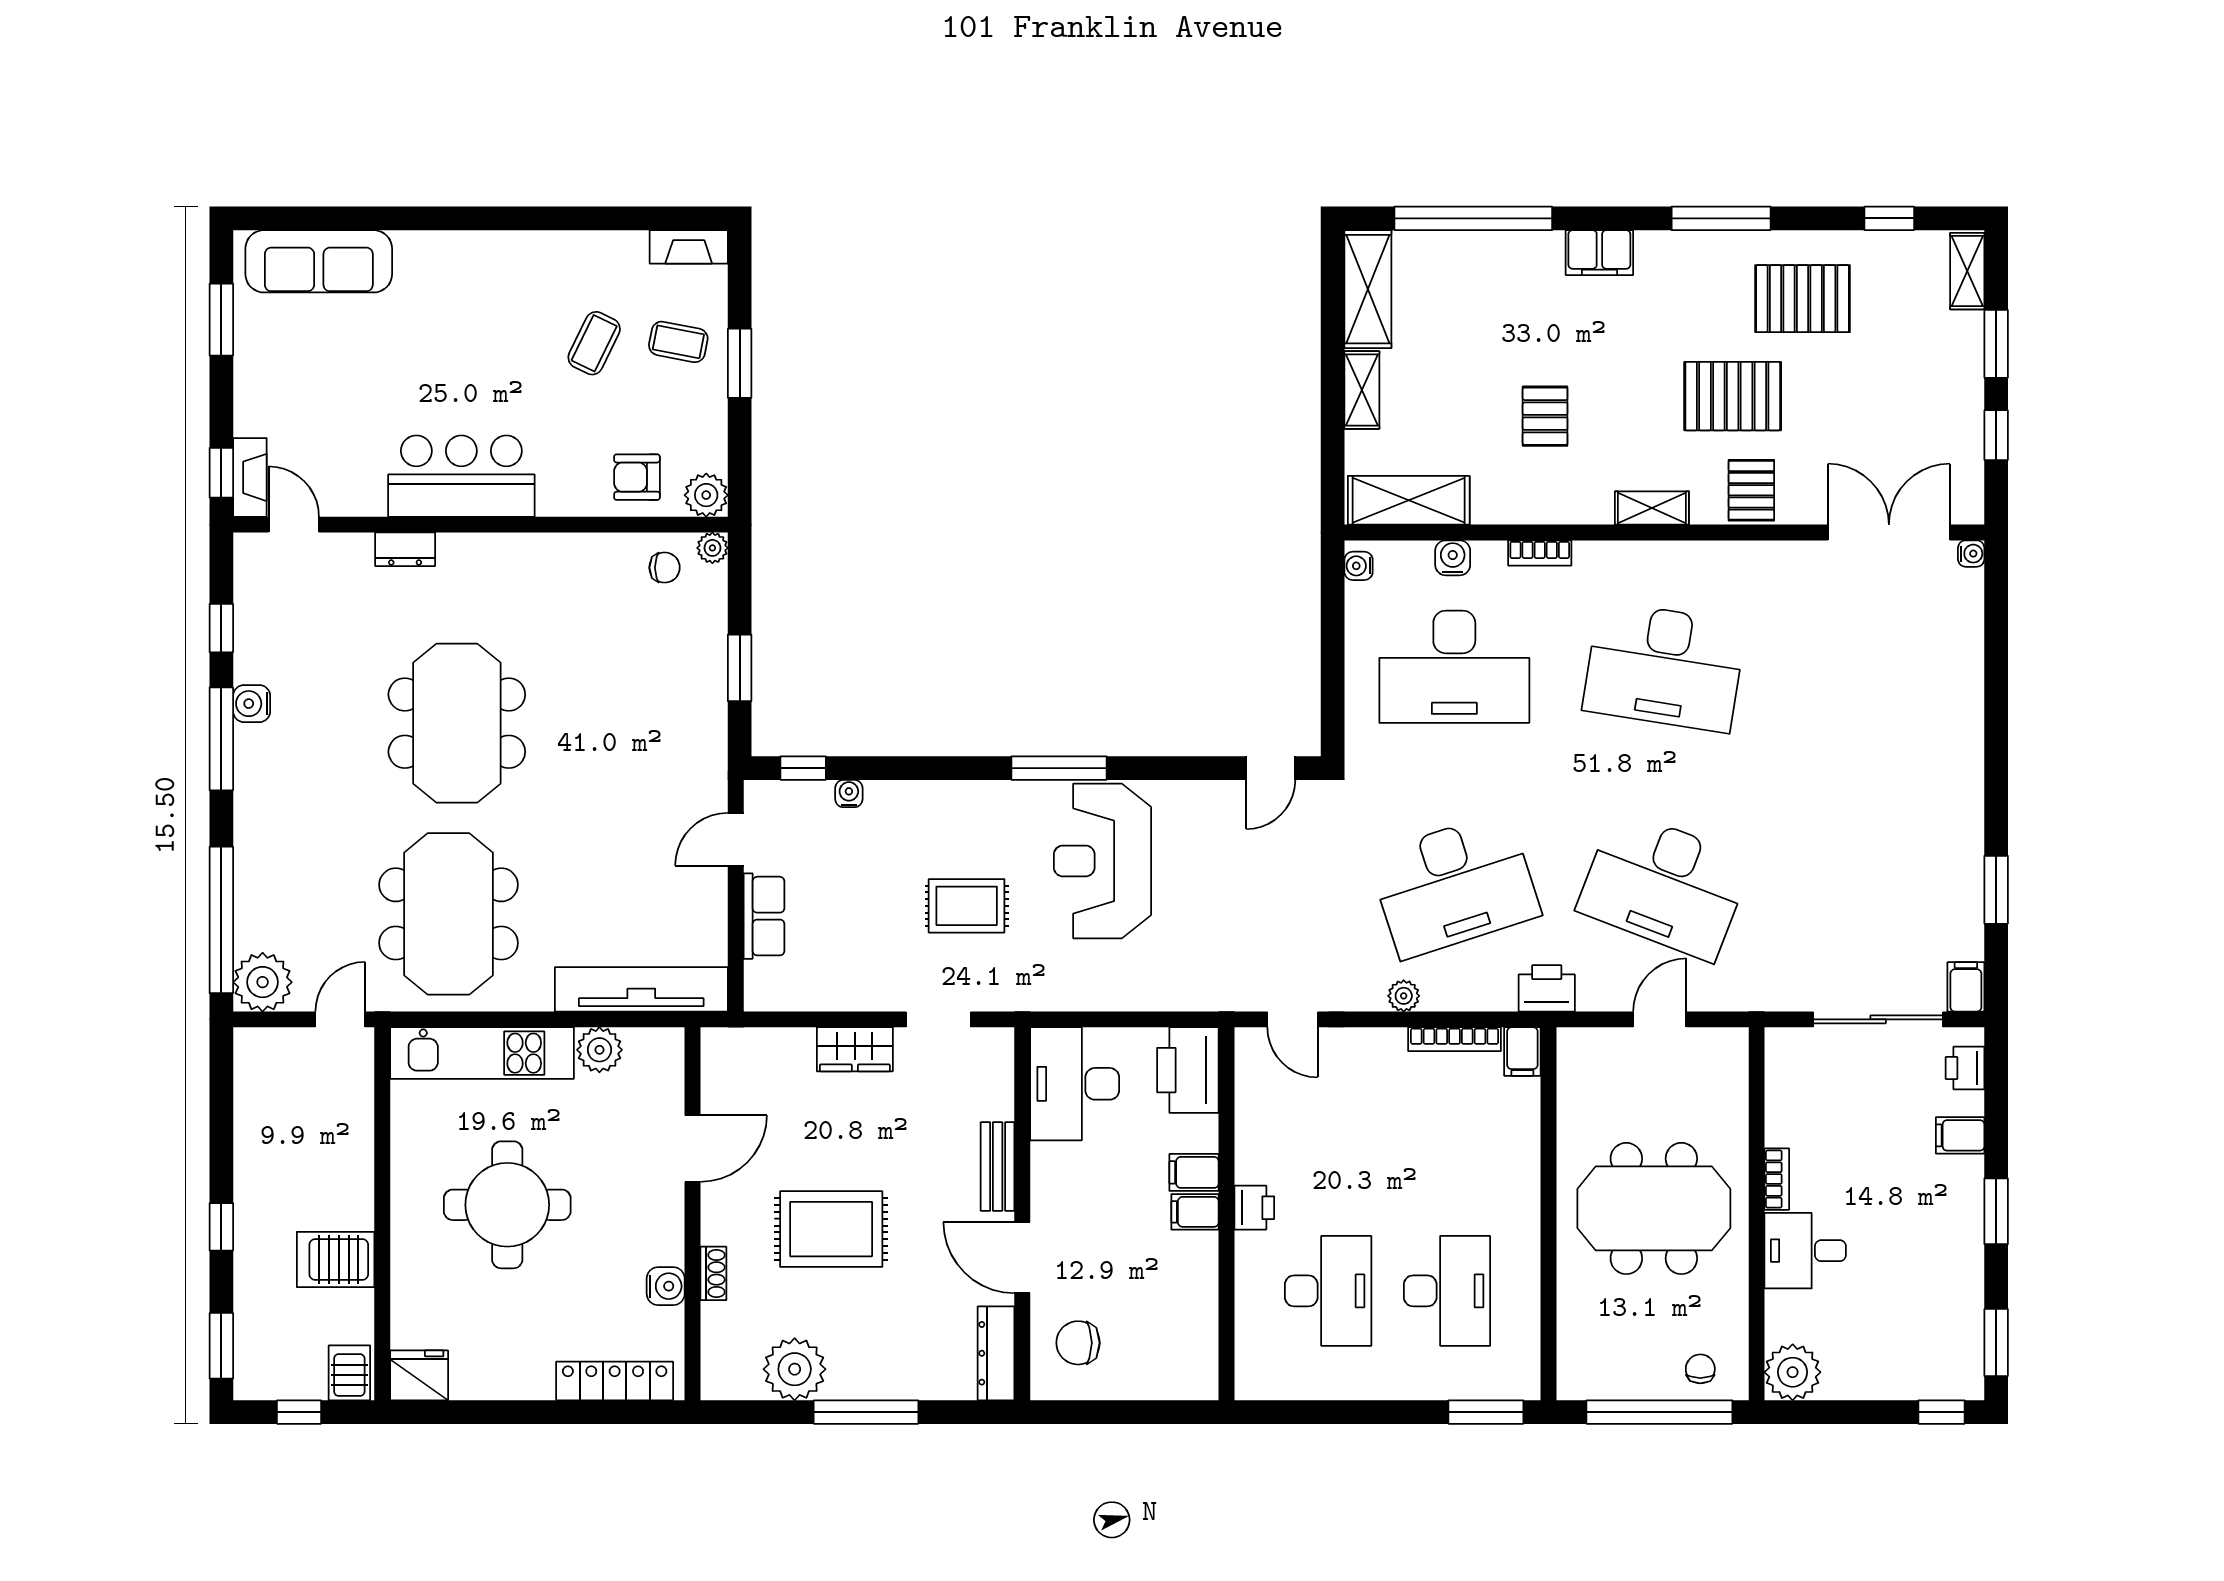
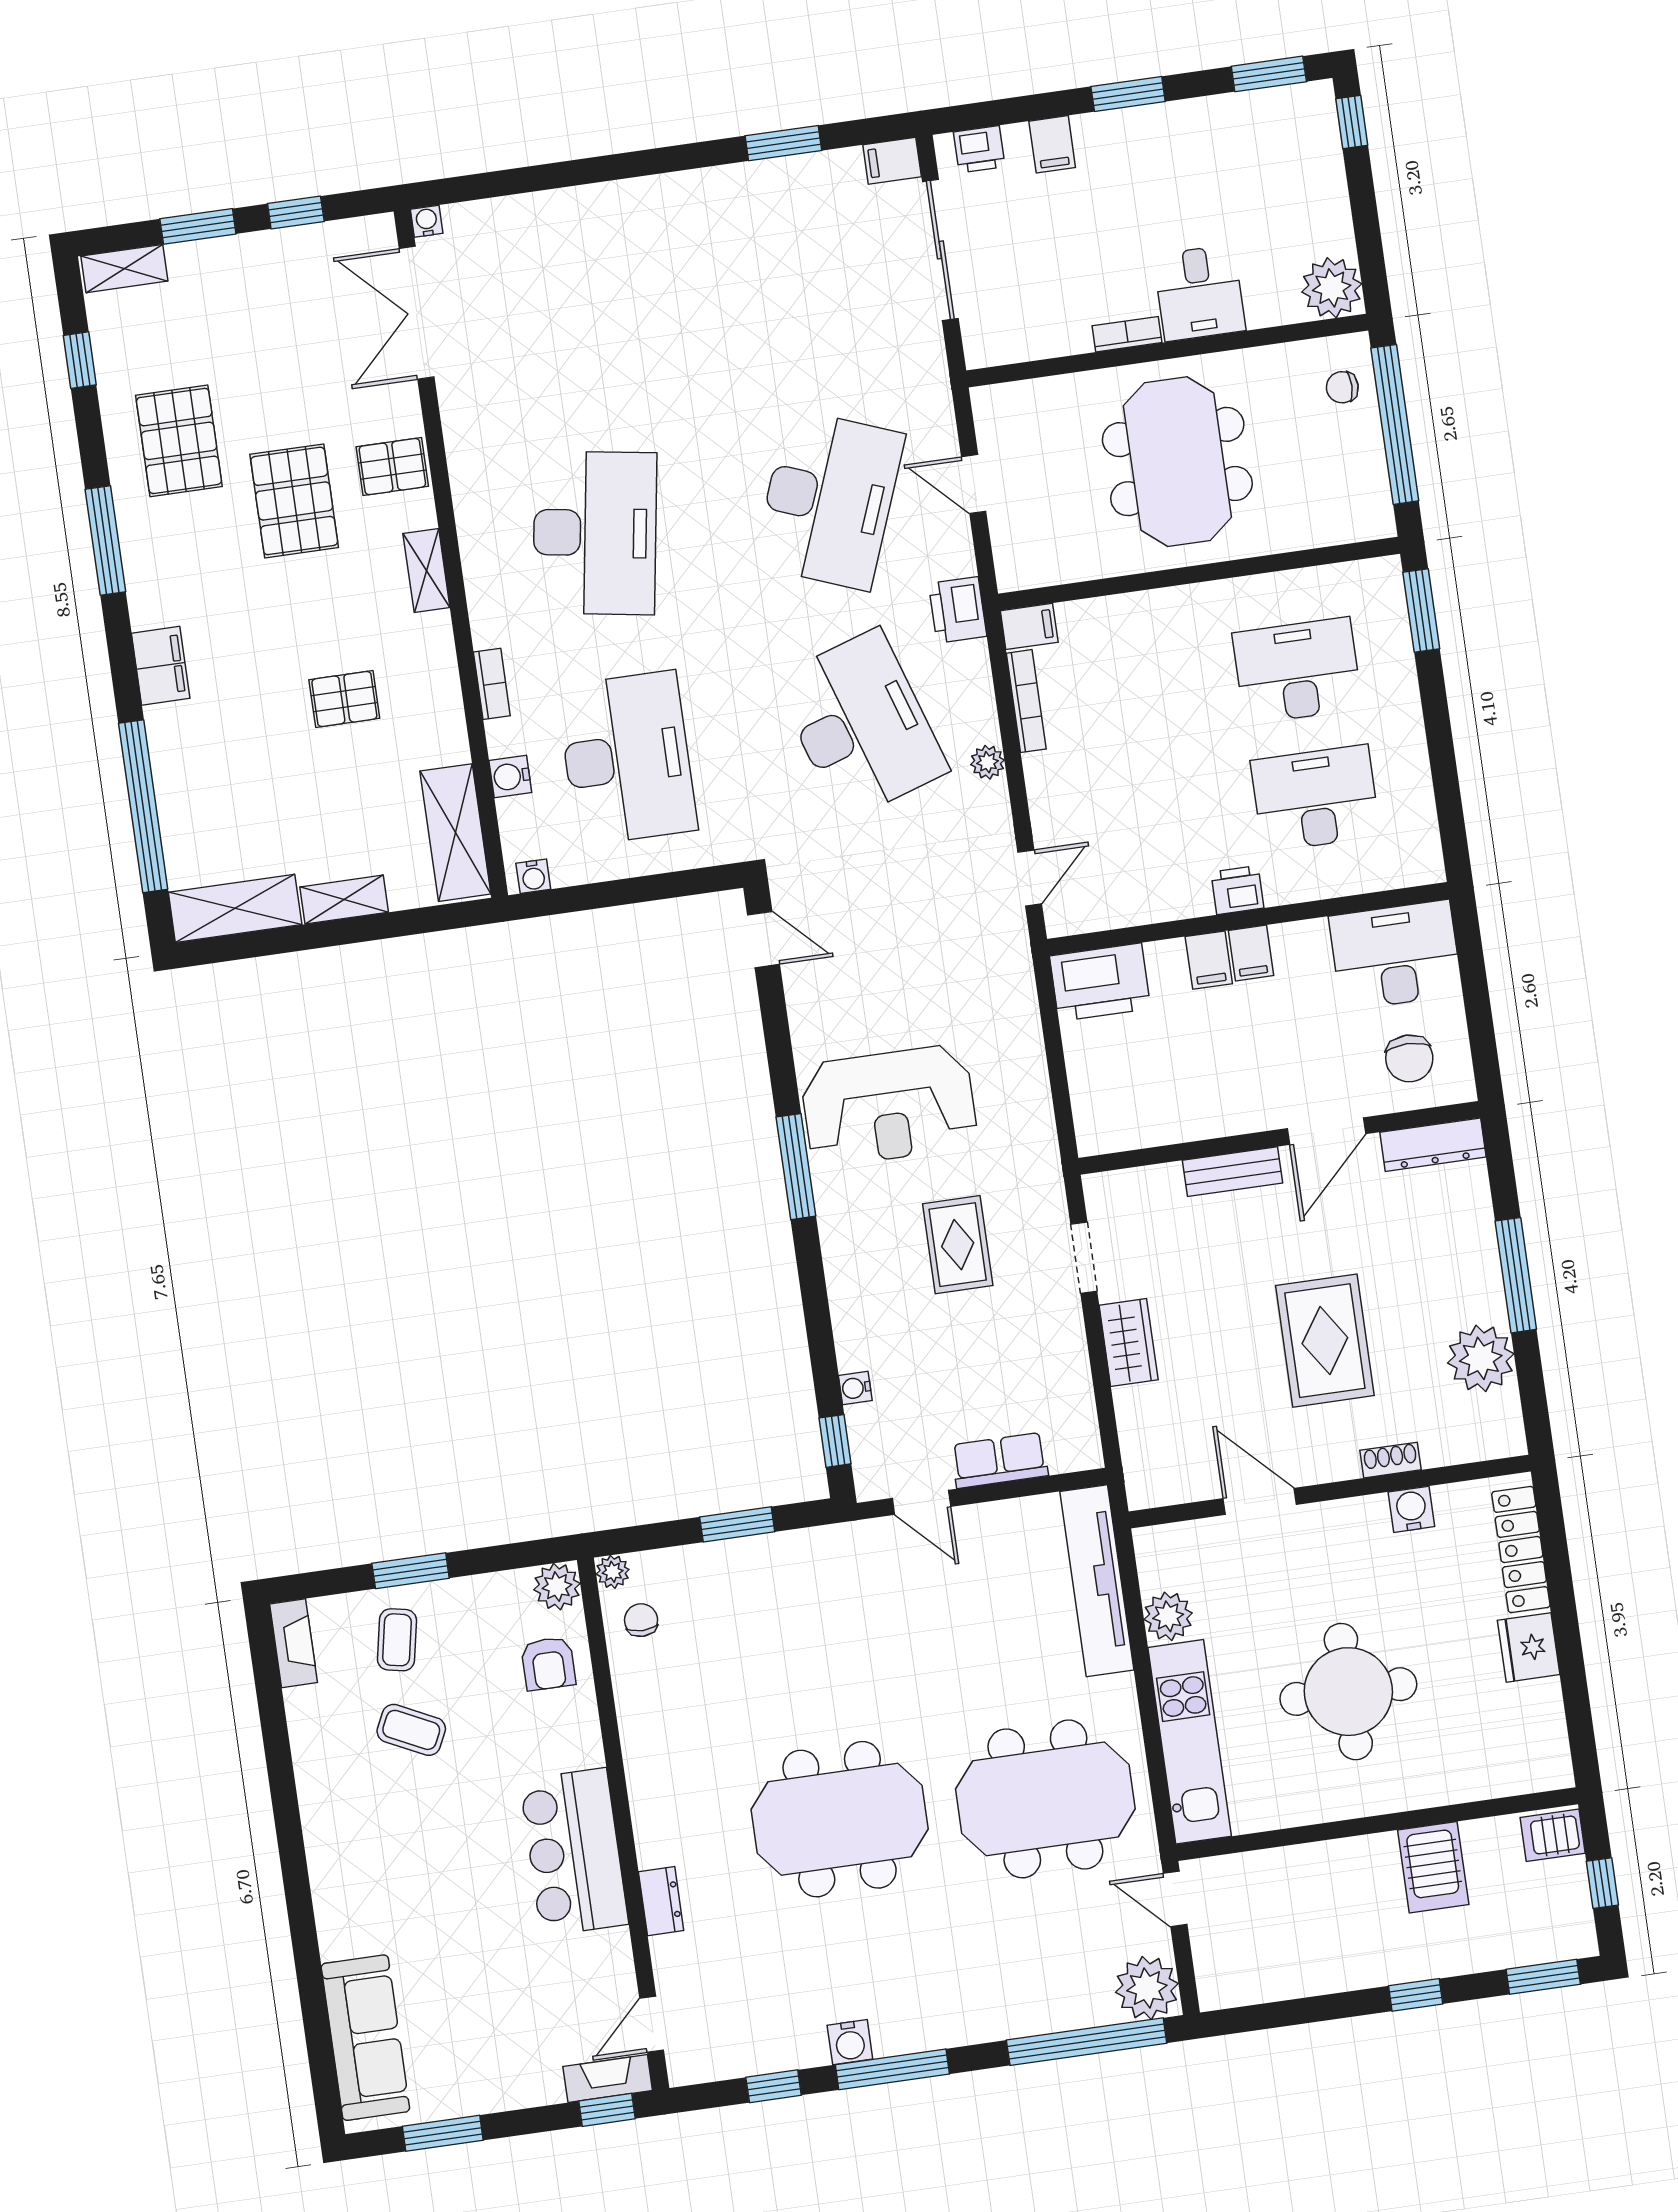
desk: (1075, 1084) -> (1396, 955), moved, turned 180
fridge: (419, 1375) -> (1529, 1647), moved

